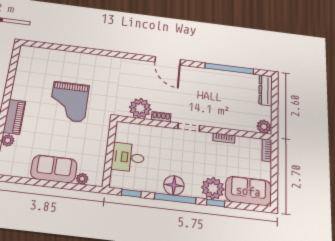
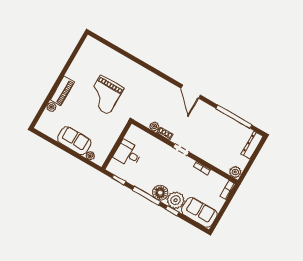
plant: (140, 108) -> (154, 126), width x0.53, depth x0.53
floor lamp: (174, 185) -> (160, 193), moved

